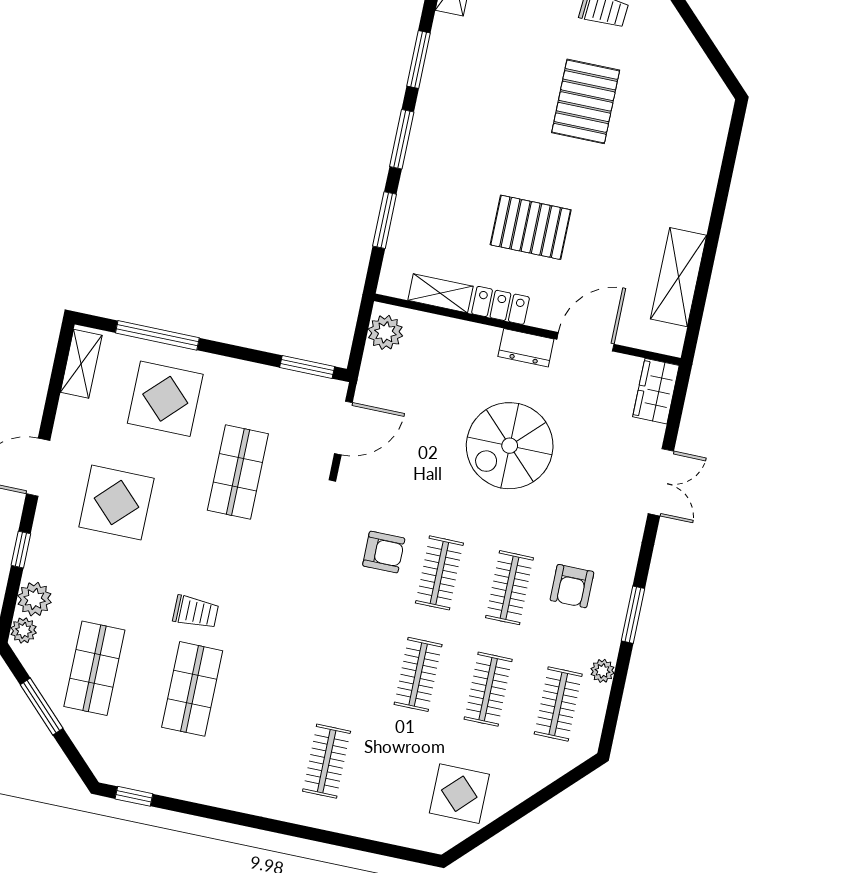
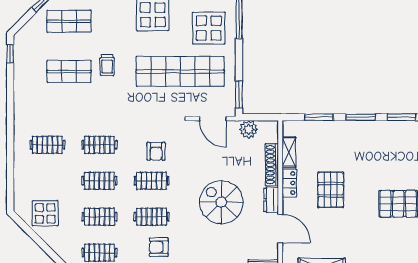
plant: (385, 332) -> (249, 129), moved
shoe rack: (458, 332) -> (272, 165), added
shop shelf: (238, 472) -> (180, 71), width x2.00, depth x1.36
clothes rail: (348, 660) -> (99, 145), added

